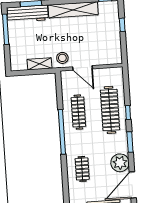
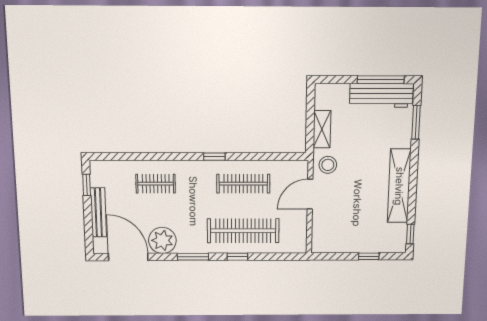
workbench: (28, 14) -> (381, 95), moved, turned -90
window: (62, 132) -> (214, 157), width x0.32

